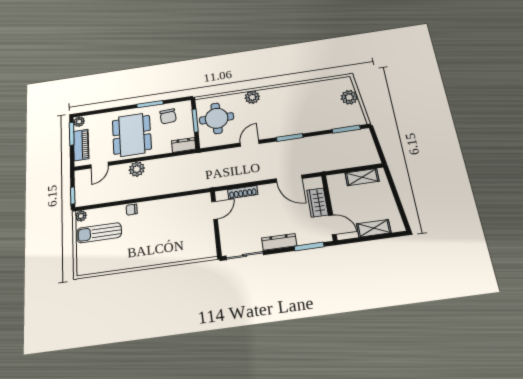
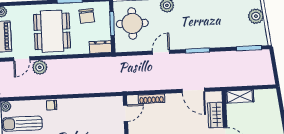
plant: (137, 169) -> (40, 67), moved
shelving: (362, 177) -> (240, 96), moved

